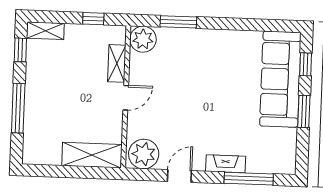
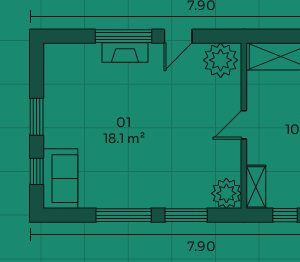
window: (232, 24) -> (124, 215), added
shelving: (117, 63) -> (256, 187), moved
sofa: (280, 79) -> (60, 179), width x0.54, depth x0.79
window: (249, 179) -> (123, 36), moved

